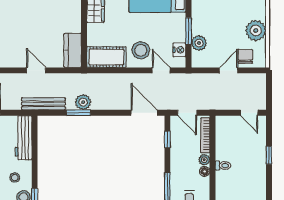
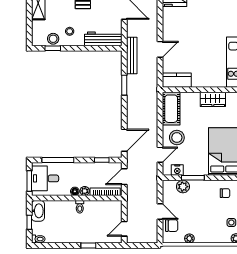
plant: (256, 31) -> (189, 238), width x0.53, depth x0.53
plant: (83, 102) -> (133, 89), removed

